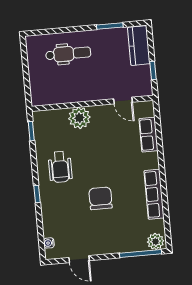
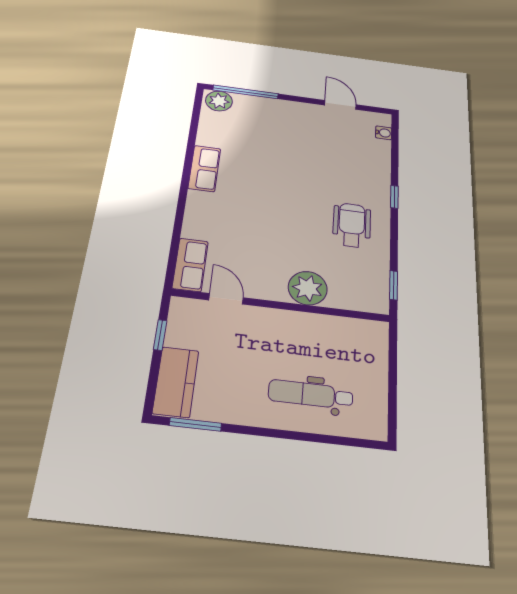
window: (110, 26) -> (195, 424), moved
row of seats: (148, 135) -> (190, 265), moved
row of seats: (154, 194) -> (204, 168), width x0.68
chair: (100, 198) -> (293, 171), removed

